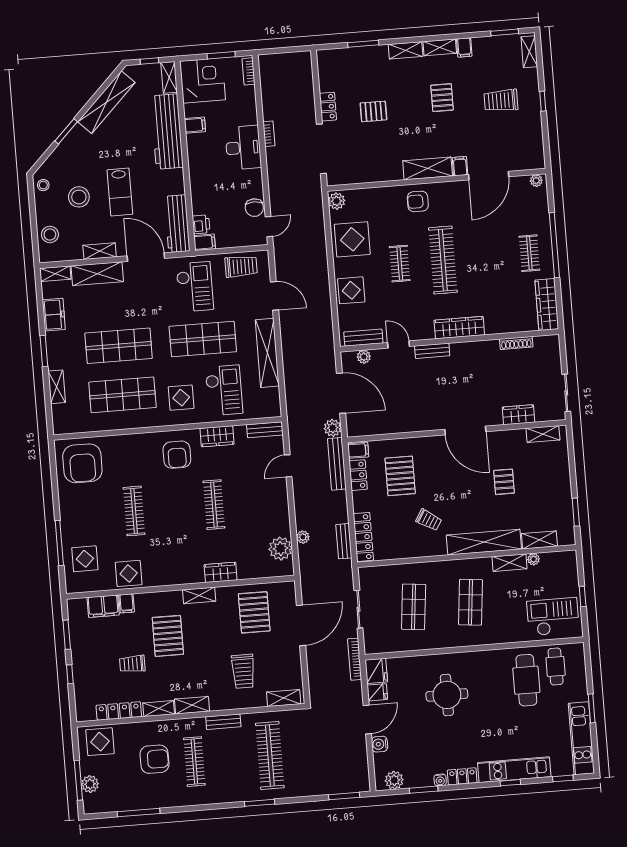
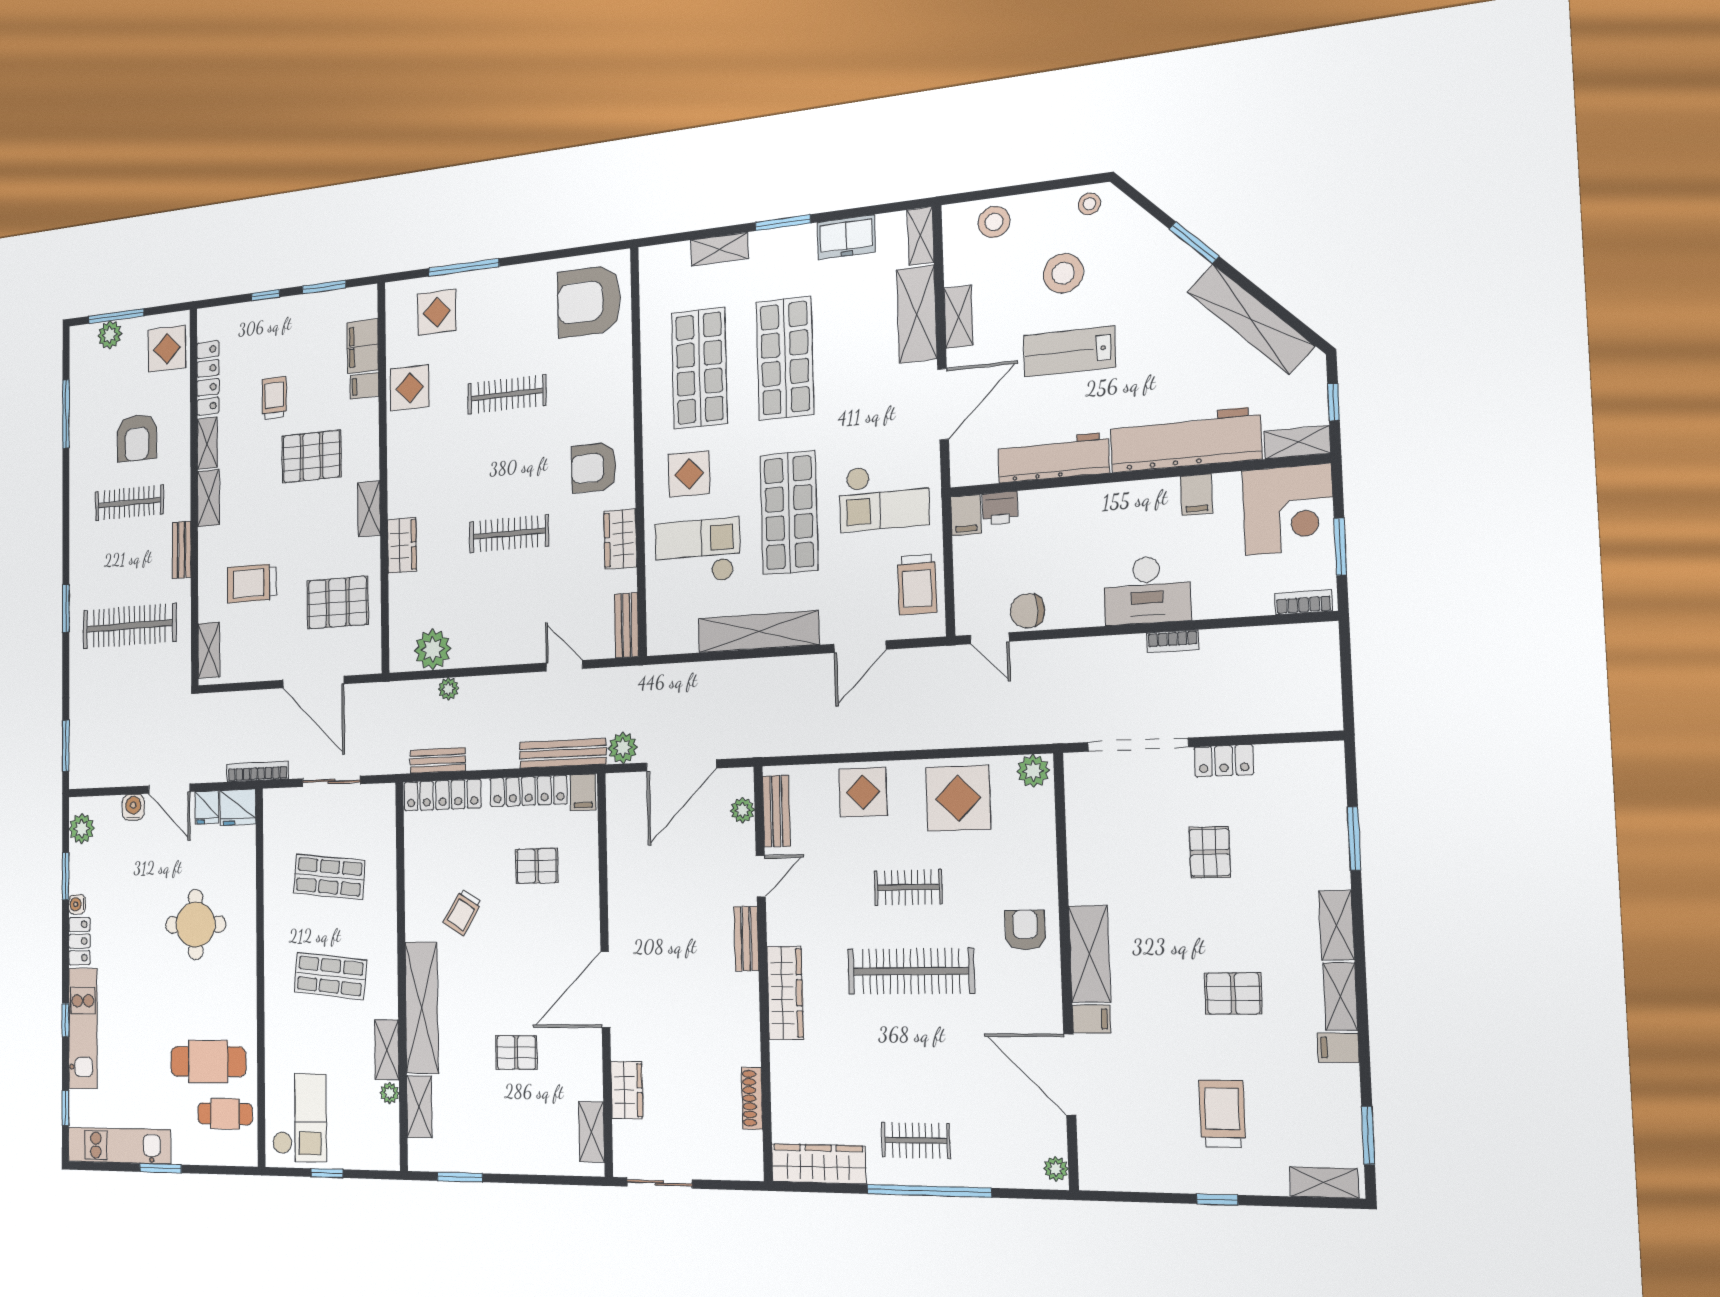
workbench: (177, 224) -> (1053, 458), moved
checkout: (224, 390) -> (697, 551), turned 180
locker: (358, 475) -> (529, 791), width x1.53
pallet: (400, 476) -> (537, 866), width x0.67, depth x0.71

